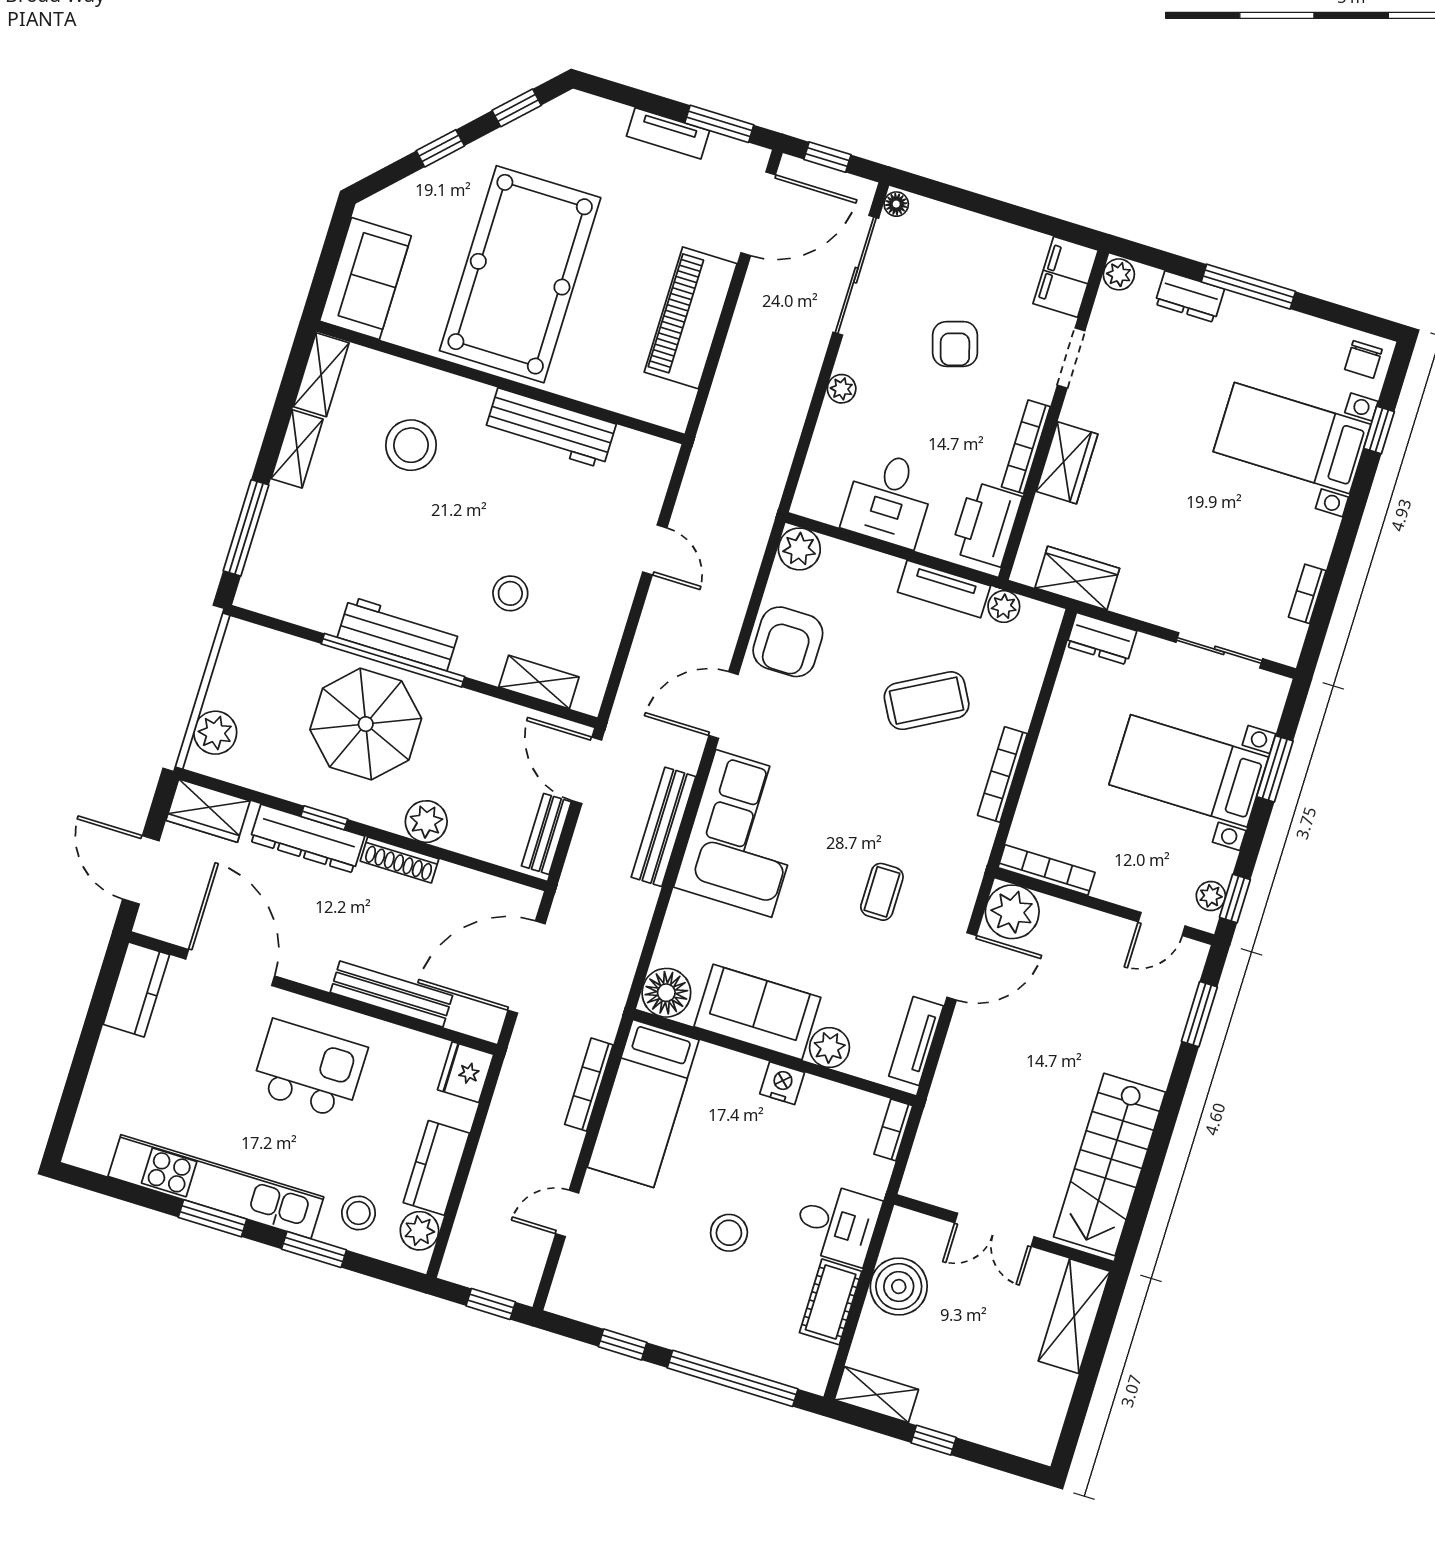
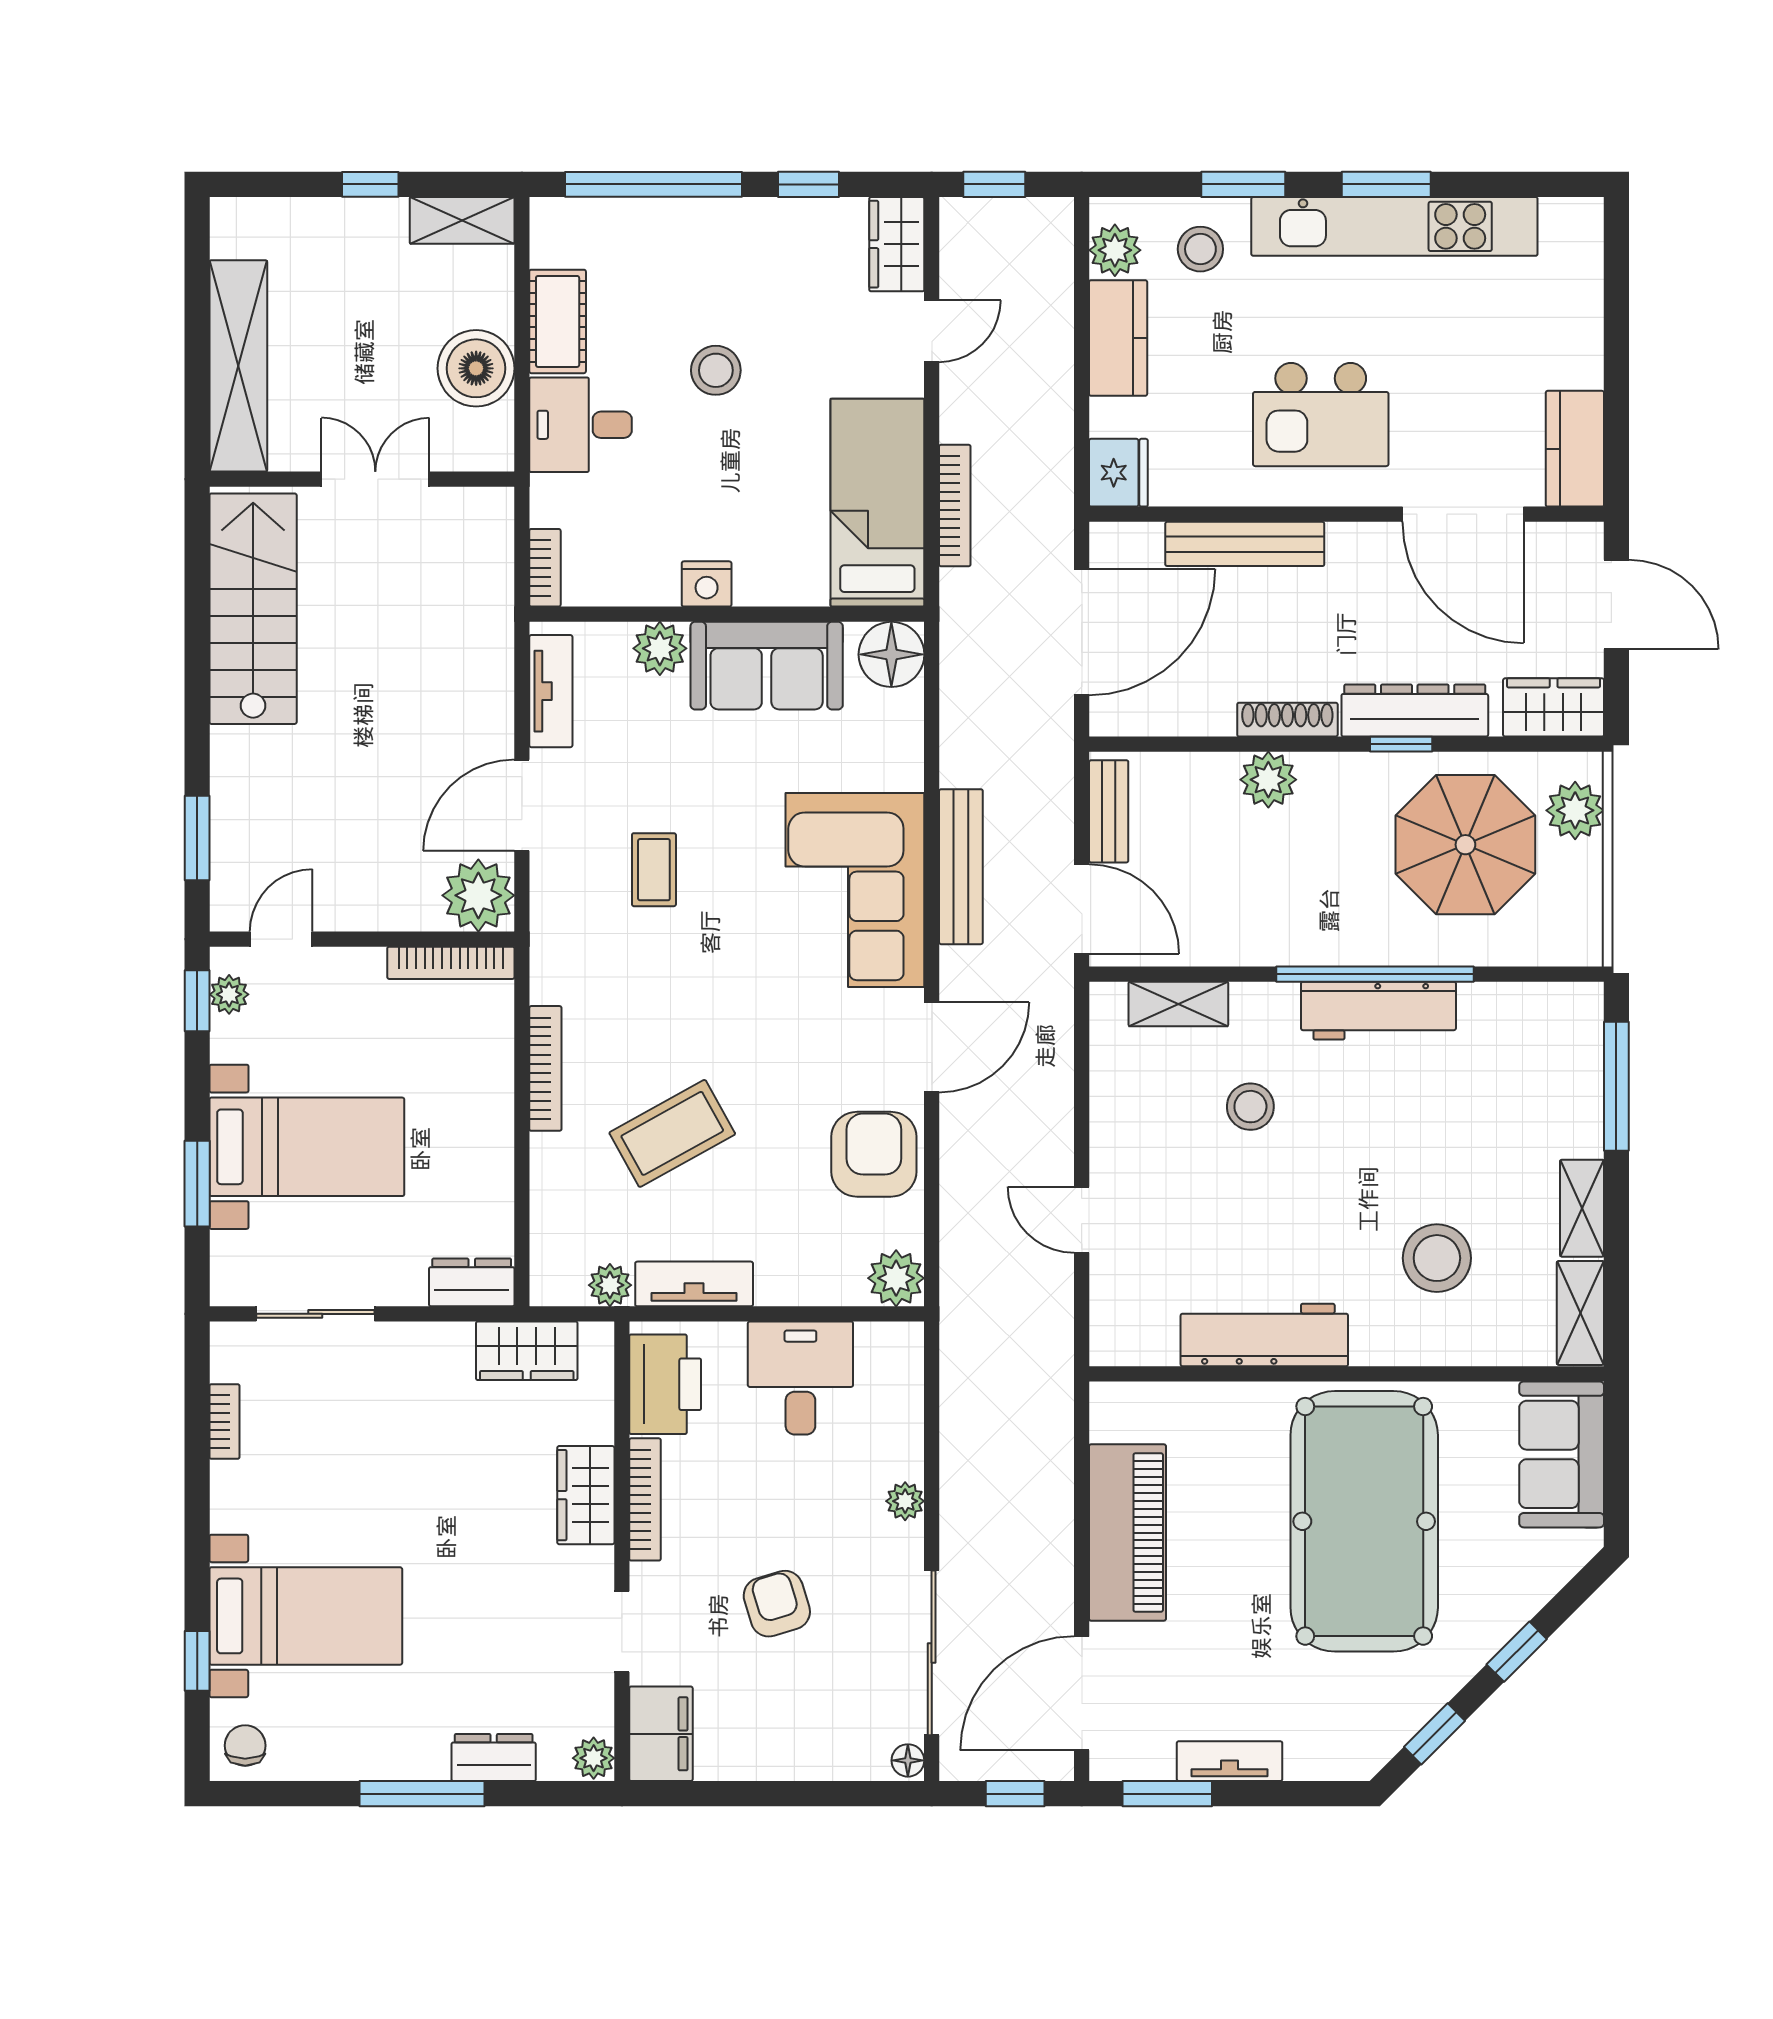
parasol: (366, 724) -> (1465, 845), moved
wardrobe: (573, 1283) -> (897, 244), added
shelving: (1074, 1316) -> (238, 366), width x1.47

